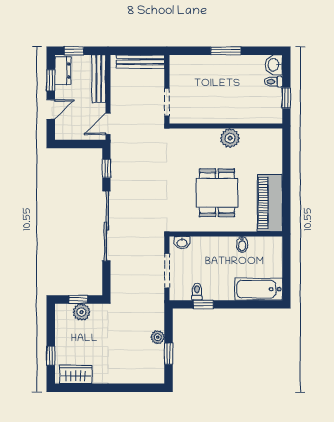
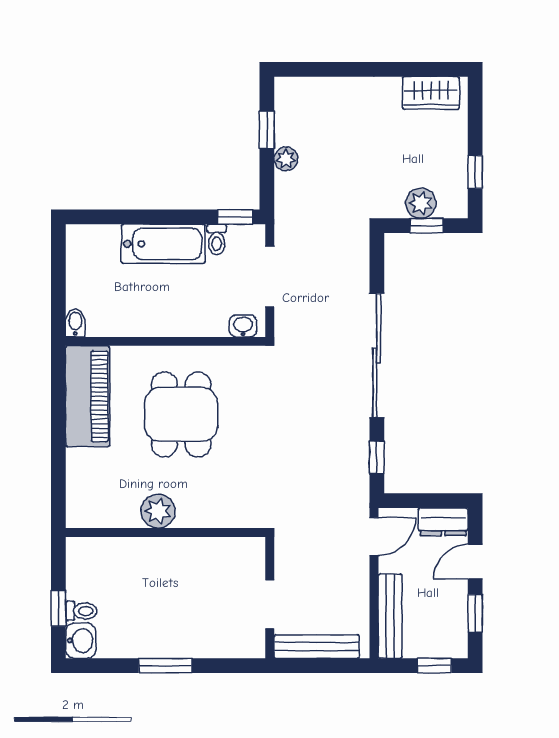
dresser: (63, 70) -> (443, 522), moved, turned -90
window: (286, 98) -> (58, 608), moved
doorway: (167, 102) -> (270, 604), moved
bidet: (242, 245) -> (75, 323), moved
bathtub: (259, 289) -> (163, 244), moved
window: (203, 304) -> (235, 217), moved
window: (51, 356) -> (475, 172), moved

